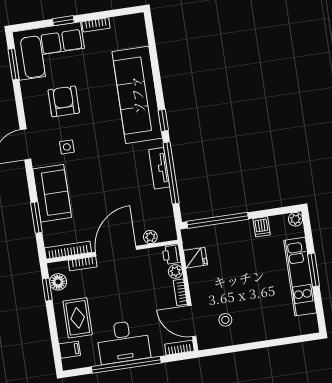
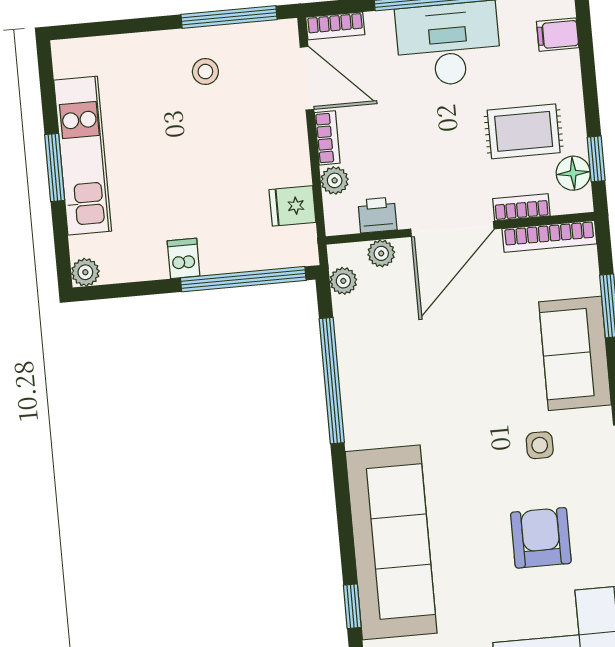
armchair: (64, 101) -> (541, 538), turned 180
window: (163, 120) -> (352, 606), moved
tv unit: (159, 168) -> (355, 391), removed
plant: (168, 222) -> (343, 281), added
dishwasher: (262, 227) -> (184, 258), moved
printer: (172, 255) -> (377, 215), moved, turned -90
rug: (78, 318) -> (524, 131), moved, turned 90
stool: (225, 320) -> (205, 72), moved
window: (232, 349) -> (229, 17), added

